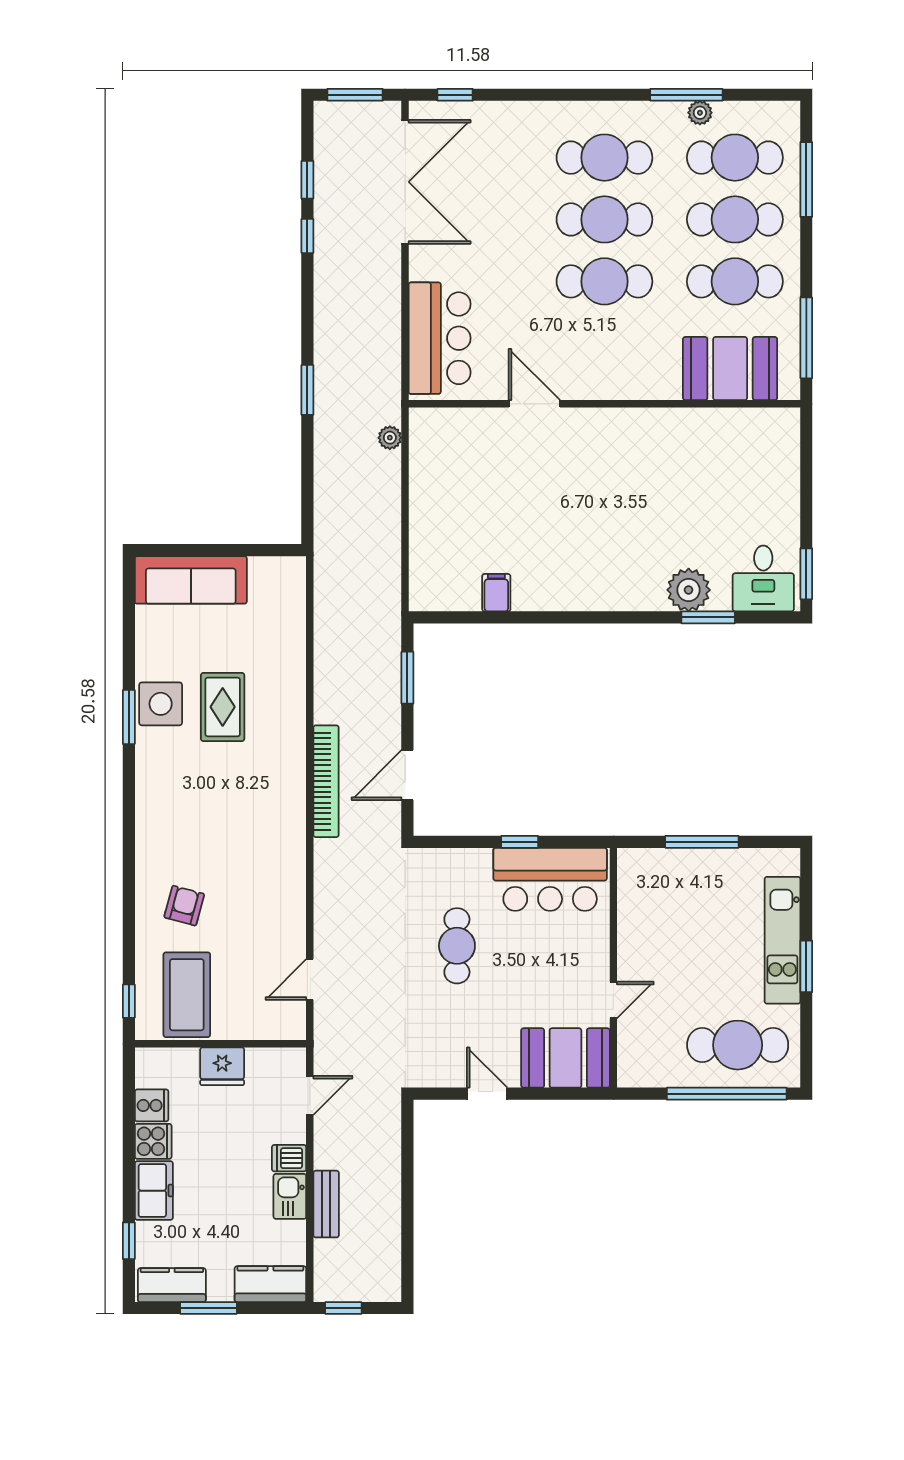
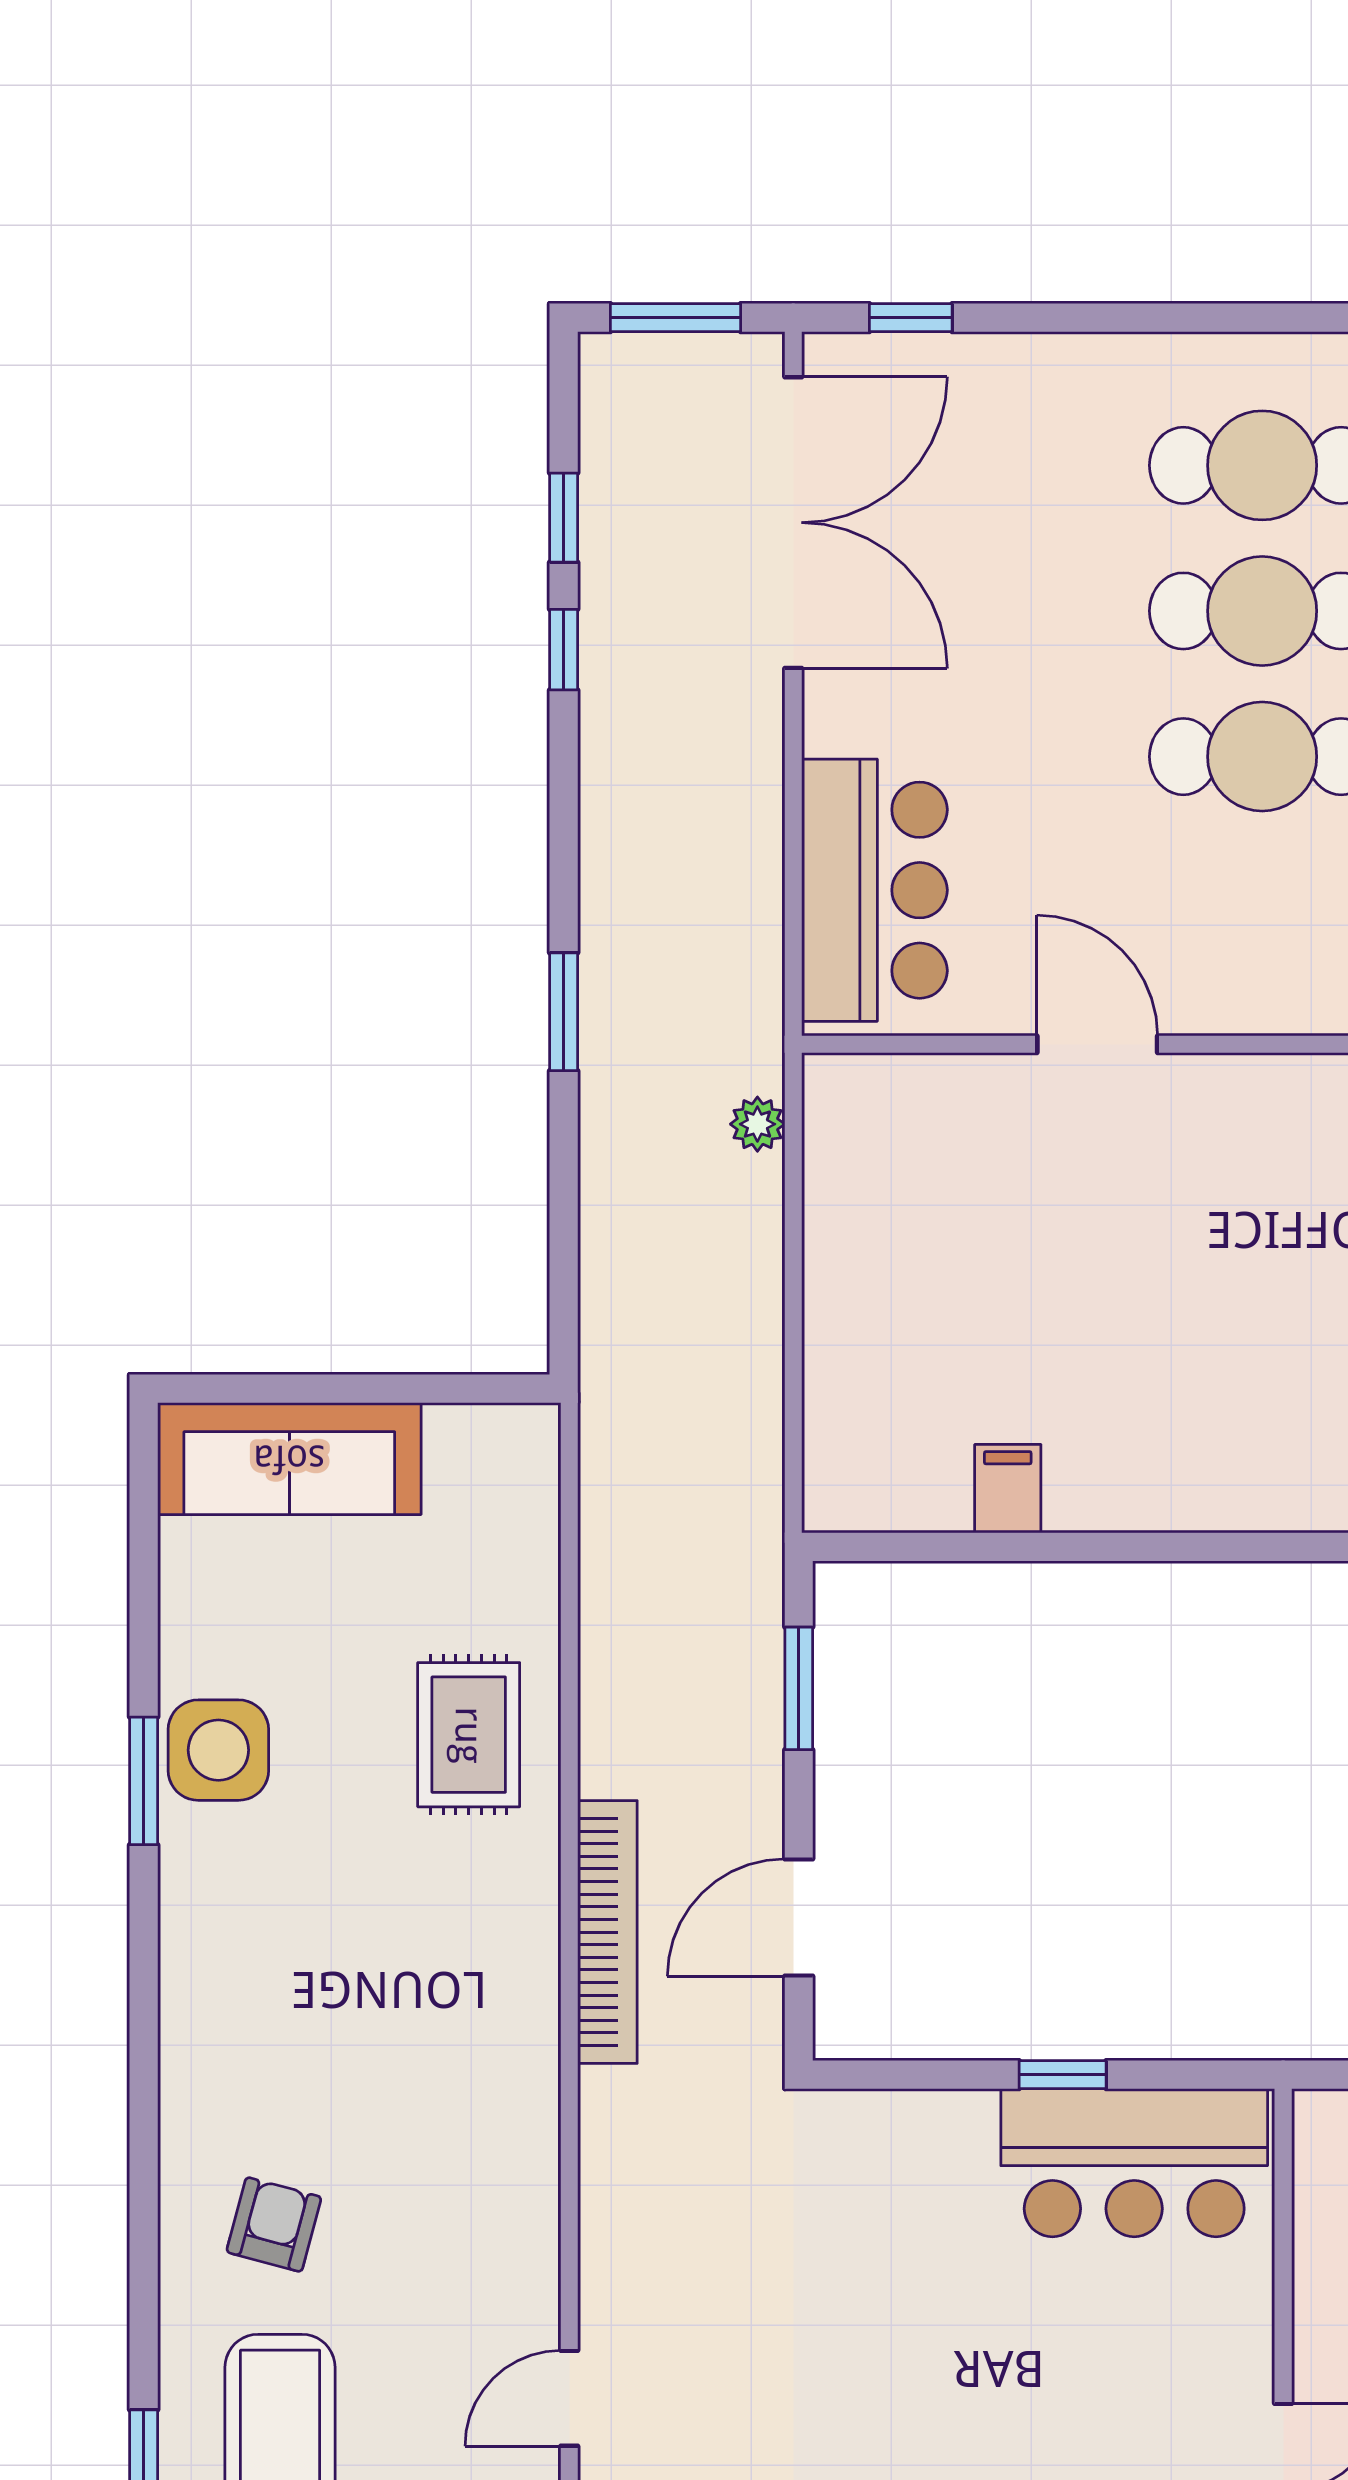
rug: (223, 707) -> (469, 1735), moved
cafe table: (457, 946) -> (915, 2319), removed

